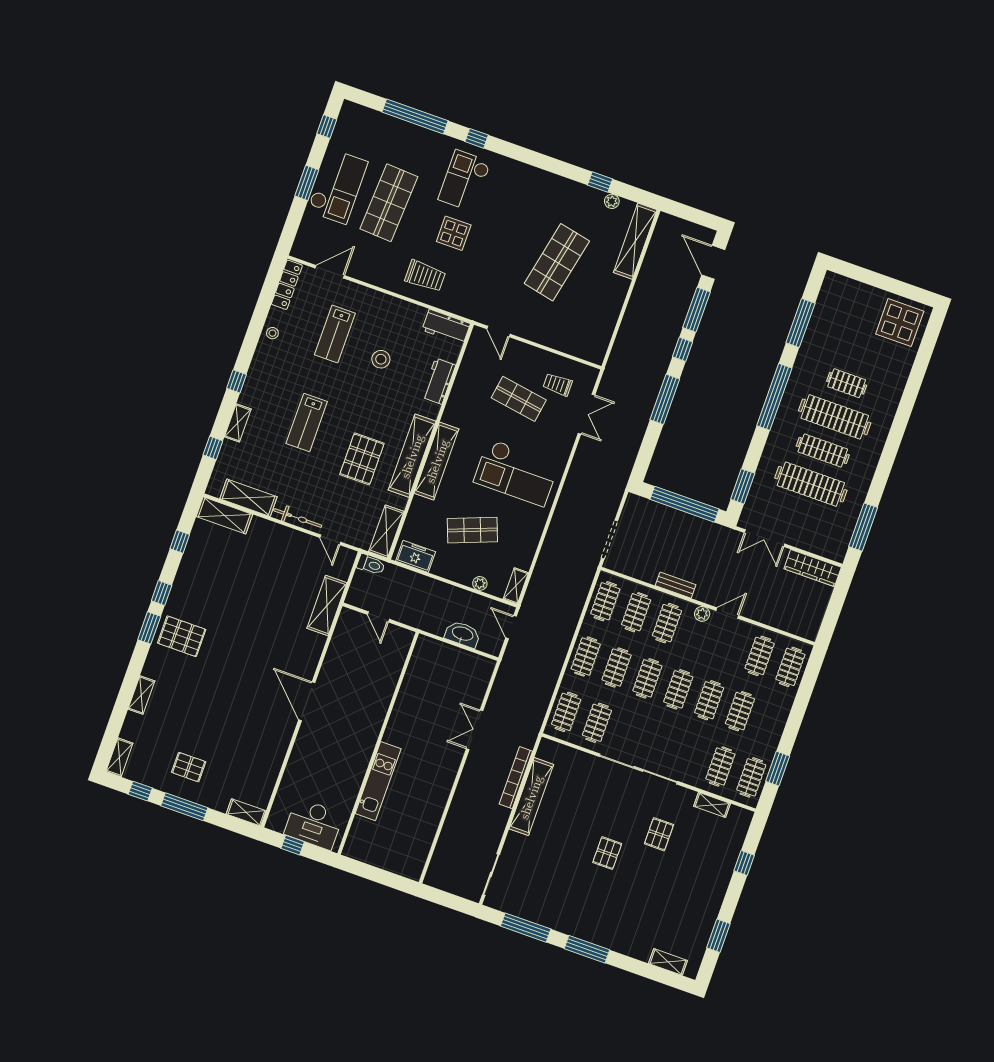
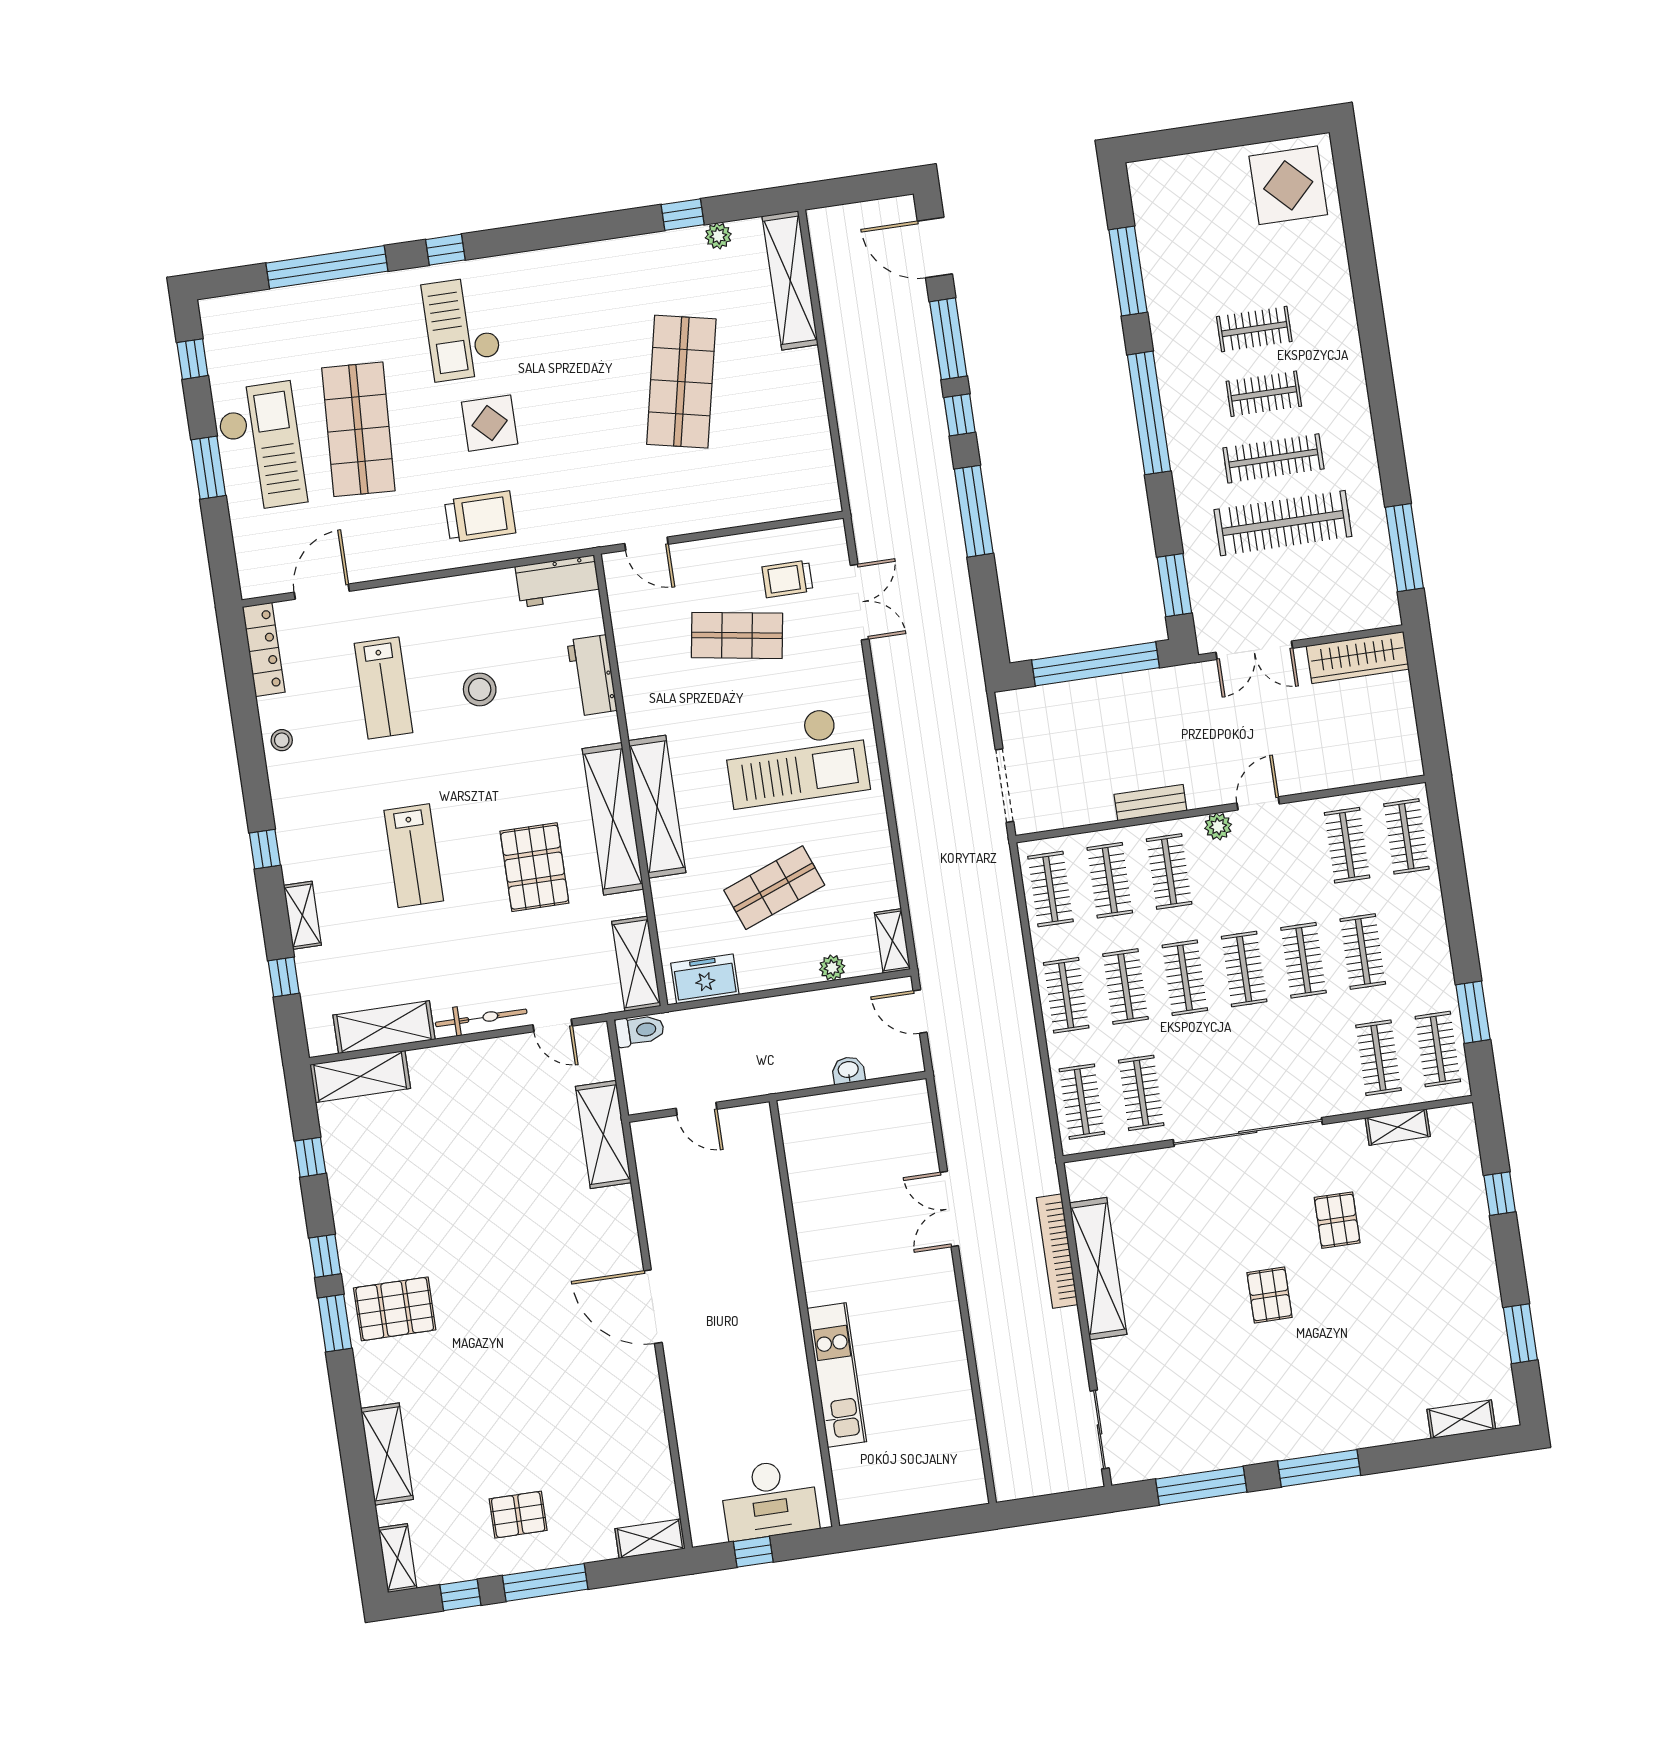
clothes rail: (835, 417) -> (1264, 394), width x0.54, depth x0.76
washbasin: (462, 634) -> (848, 1070), width x0.52, depth x0.69
shelving: (141, 695) -> (387, 1454), width x1.50, depth x1.33

